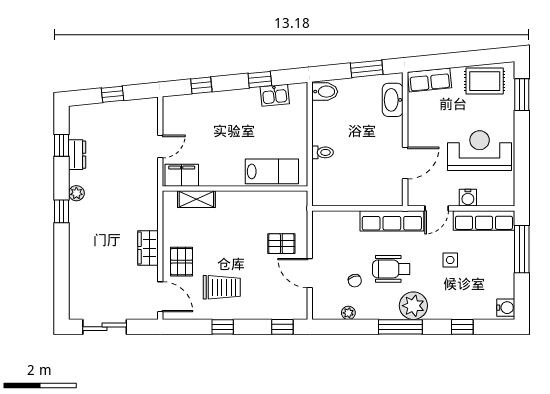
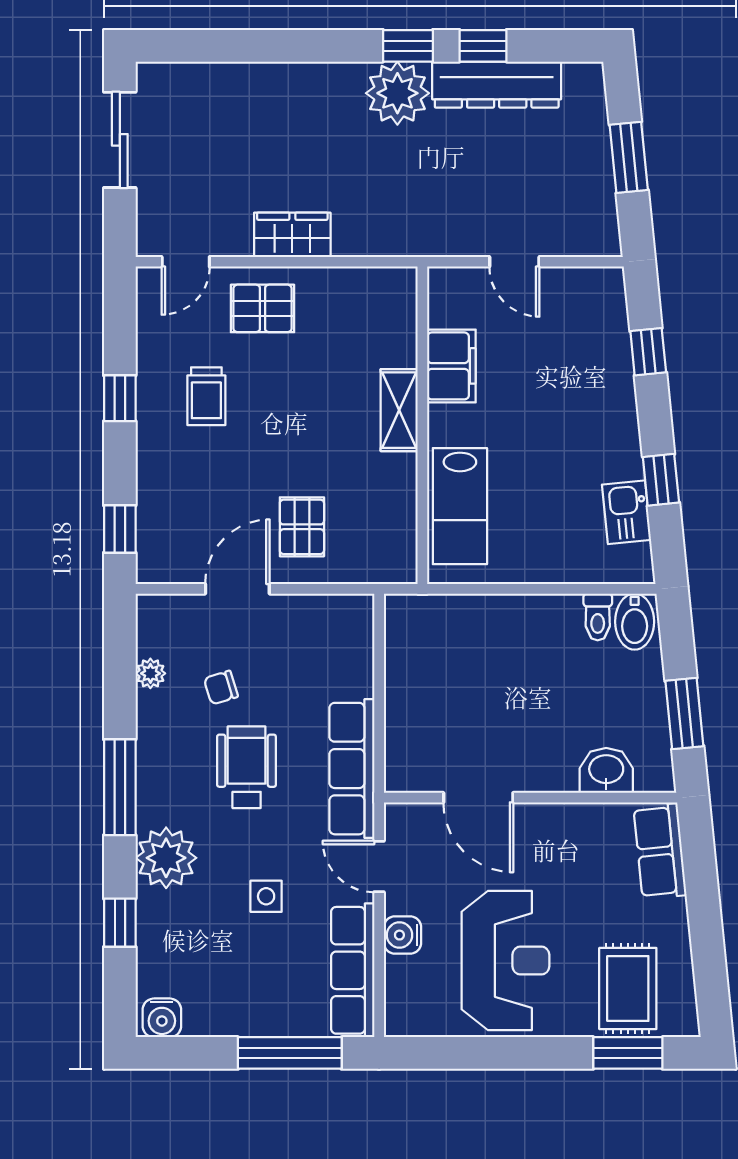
rug: (485, 81) -> (628, 989), moved
window: (113, 94) -> (629, 157), width x1.50
washbasin: (393, 100) -> (606, 770), width x0.72
window: (62, 145) -> (483, 46), moved
toilet: (323, 152) -> (598, 617), moved
dresser: (77, 155) -> (497, 85), width x1.96, depth x1.24
filing cabinet: (182, 175) -> (451, 366), moved
plant: (76, 193) -> (397, 93), width x1.87, depth x1.87
shelving: (196, 199) -> (399, 410), moved
window: (62, 211) -> (408, 46), moved
trolley: (222, 287) -> (206, 396), width x0.73, depth x0.72
door: (160, 297) -> (186, 262), width x0.73
plant: (413, 306) -> (166, 858), moved

